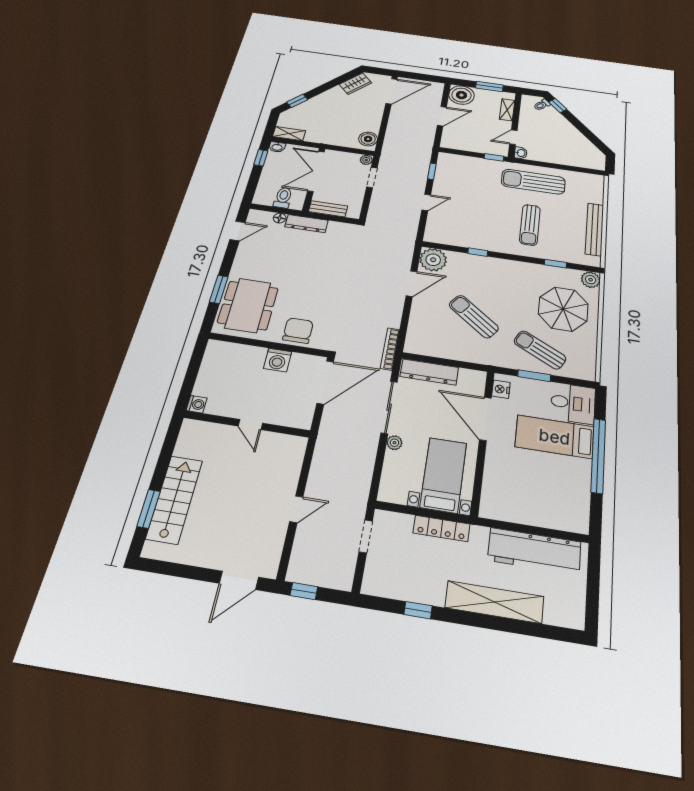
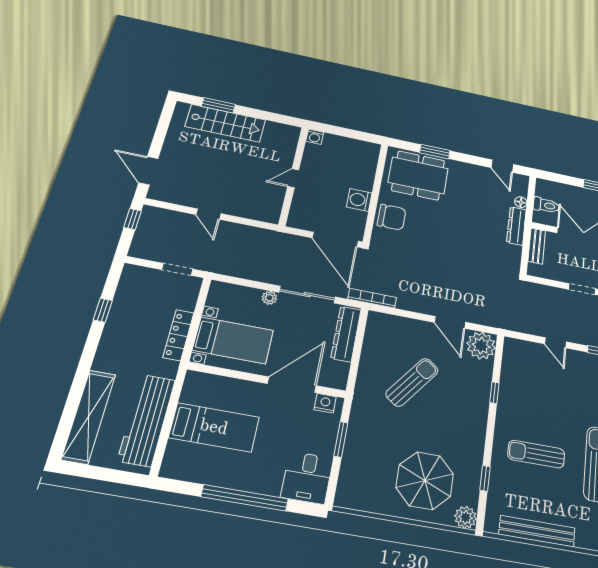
sun lounger: (540, 350) -> (372, 449), removed
bed: (555, 437) -> (214, 427), moved, turned 90
shelving: (494, 602) -> (89, 417), moved

